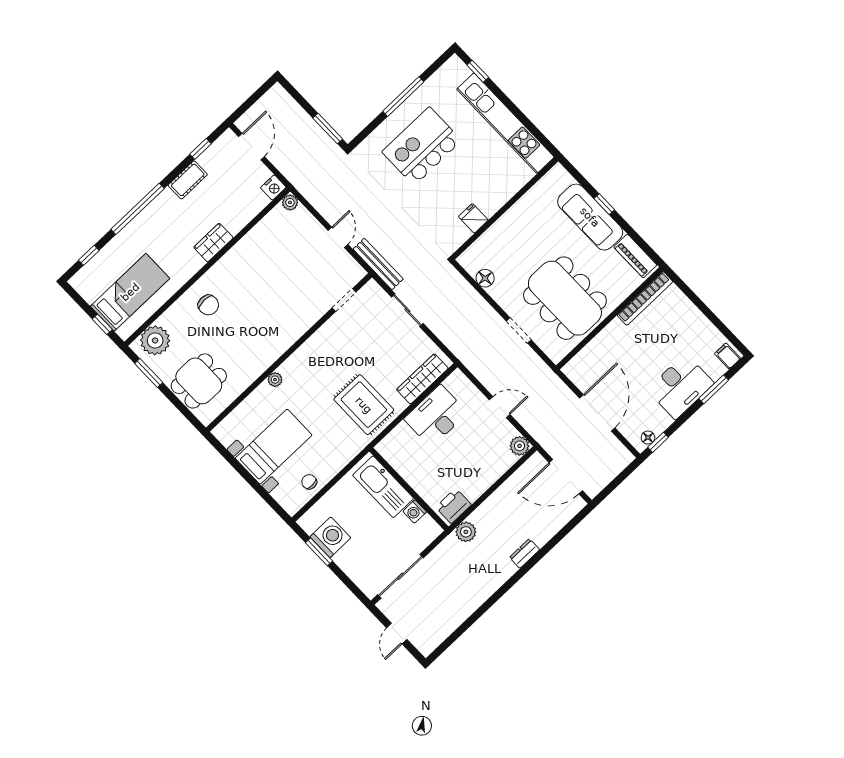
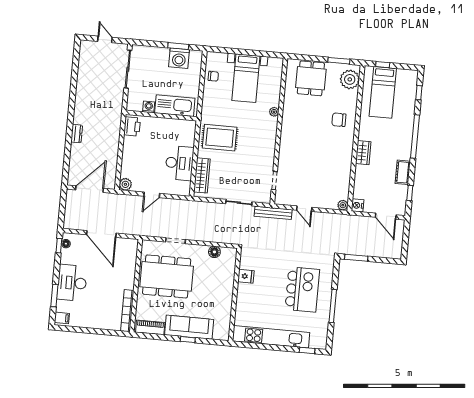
plant: (466, 532) -> (115, 119), removed

